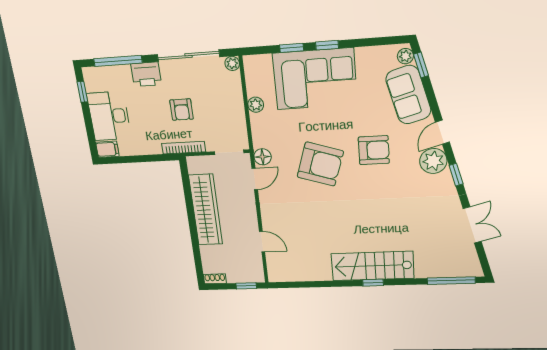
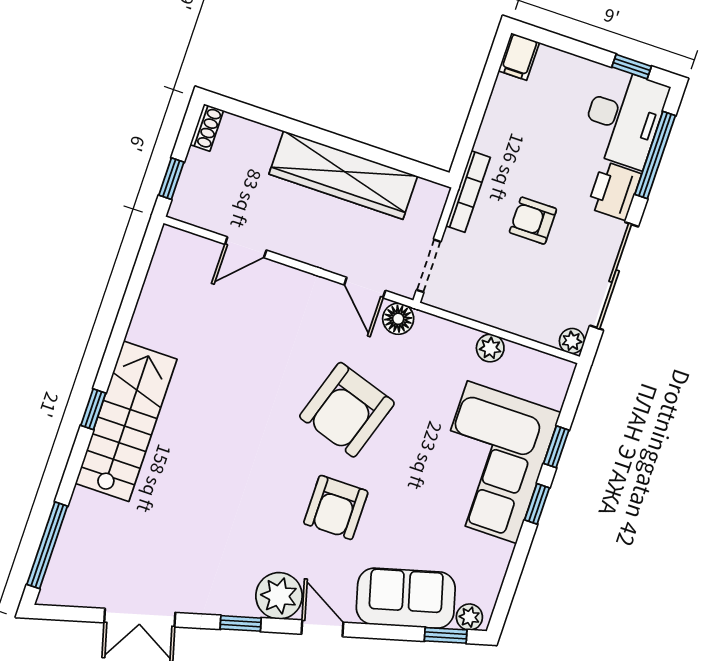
desk: (109, 116) -> (624, 118), moved, turned 90

